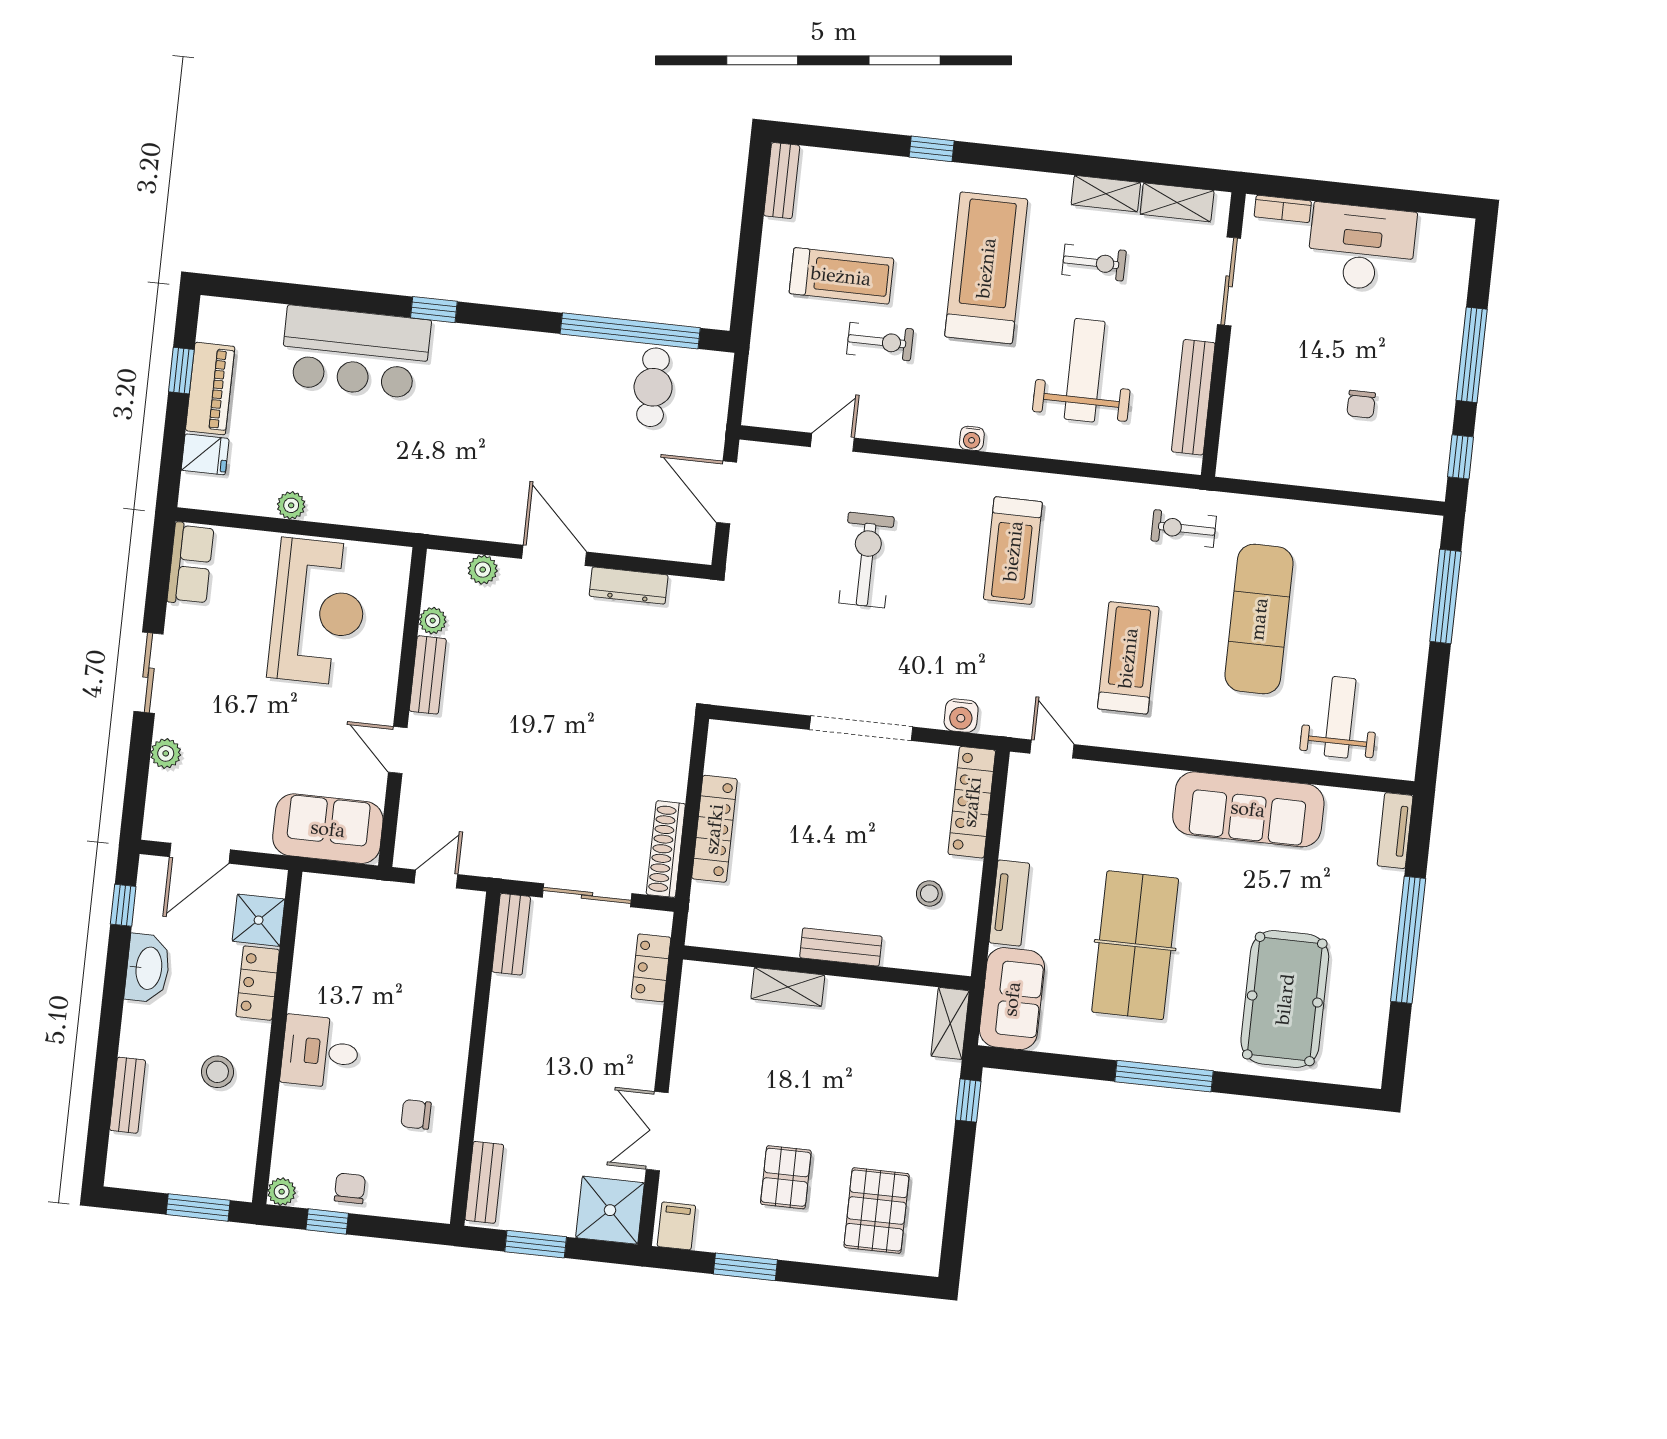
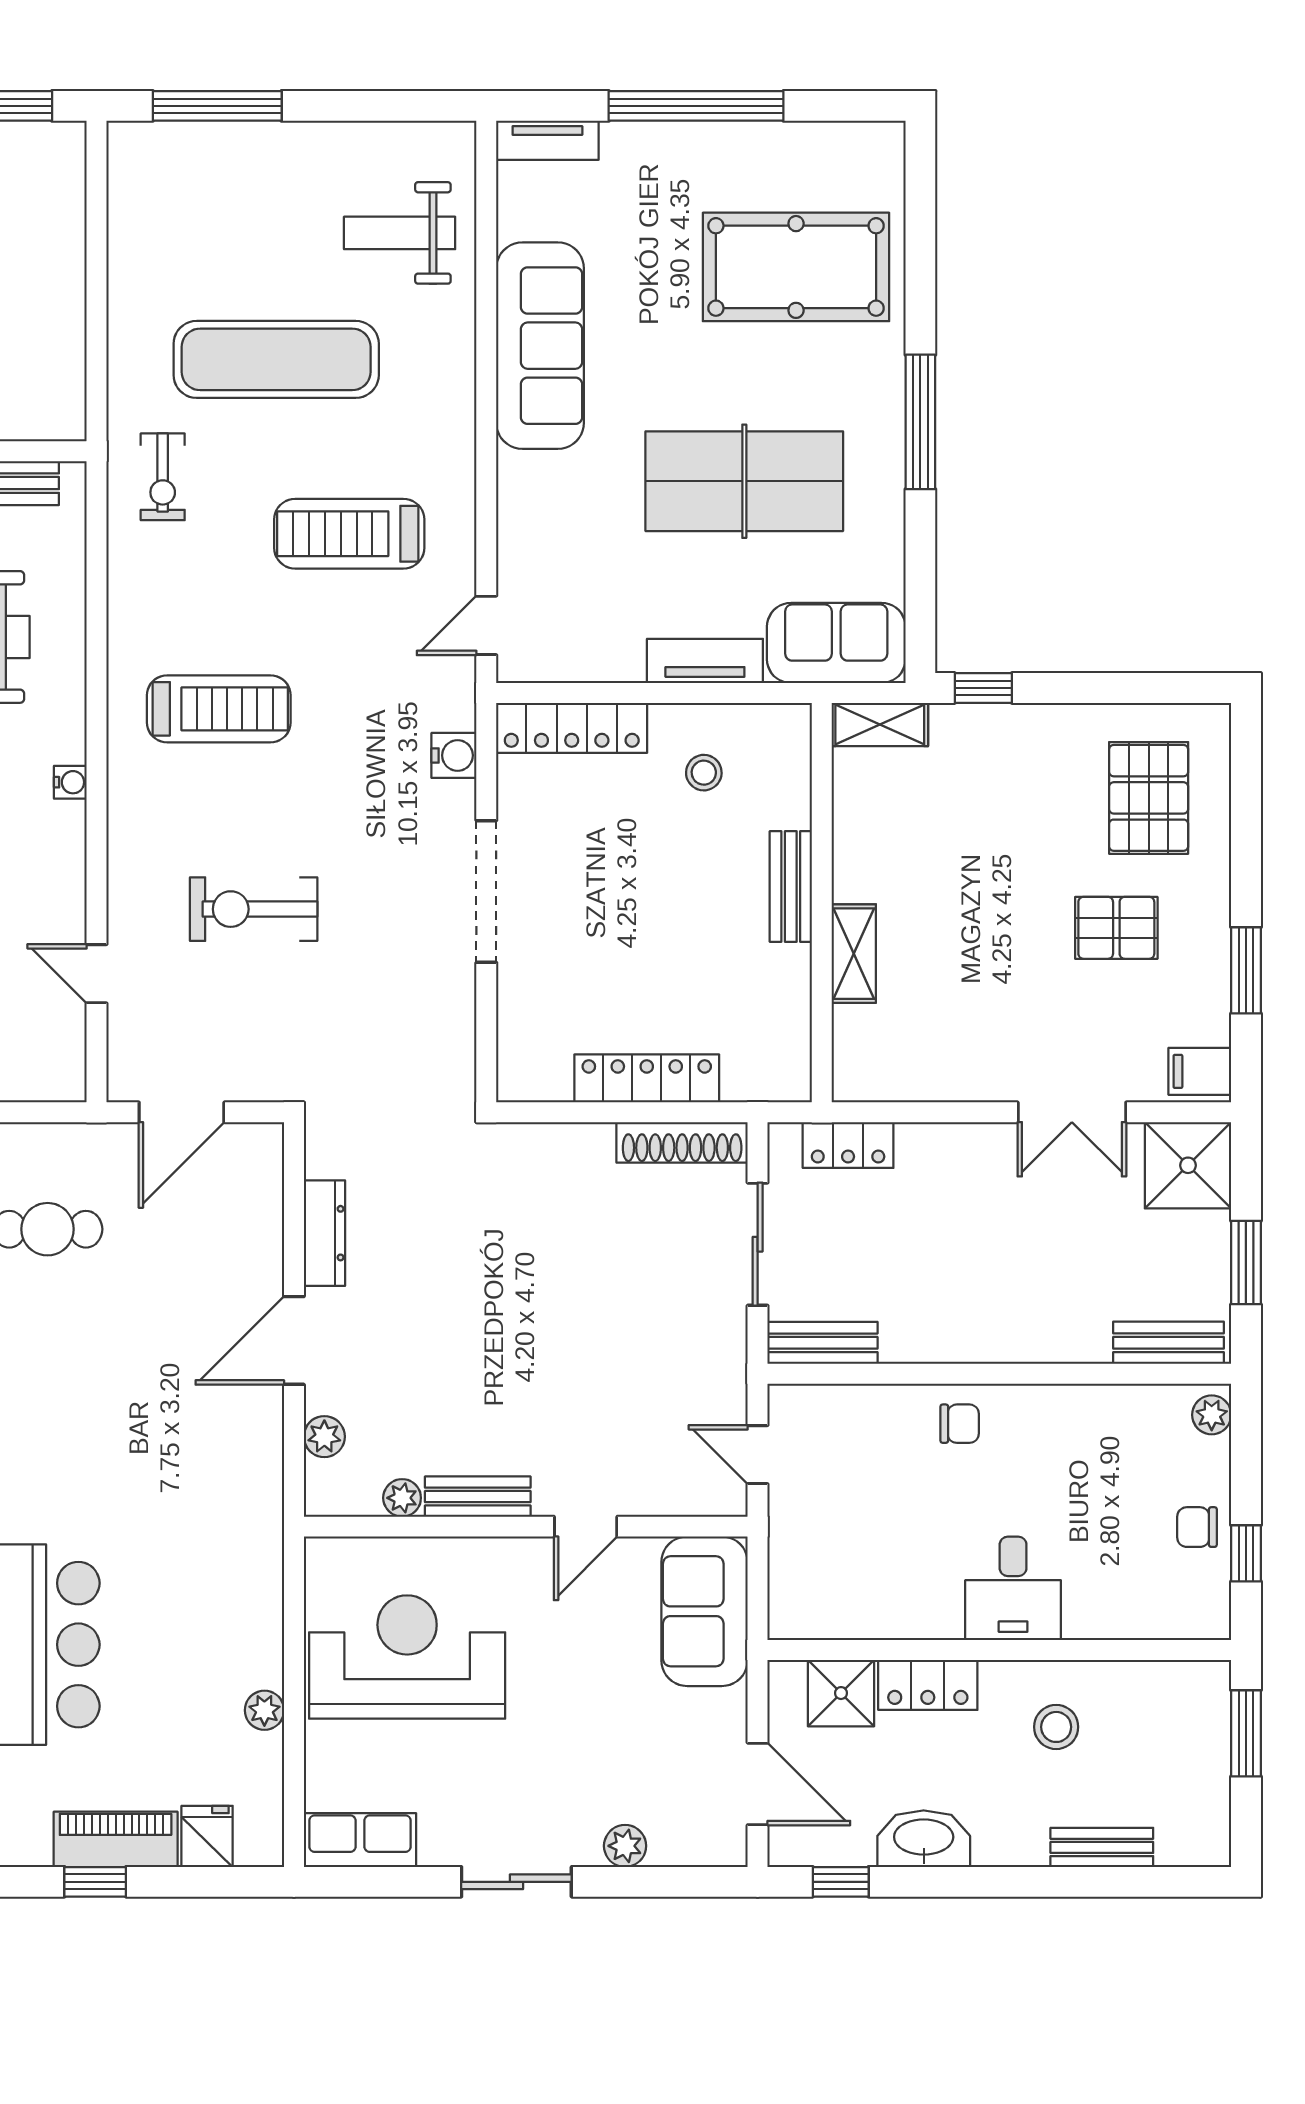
chair: (416, 1114) -> (960, 1424), moved, turned -90
plant: (282, 1192) -> (1212, 1415), moved
pallet: (877, 1211) -> (1149, 798), turned 90

